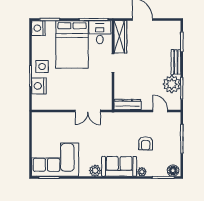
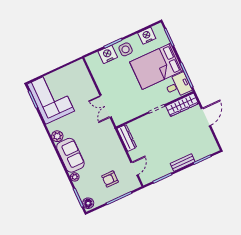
nightstand: (38, 28) -> (147, 36), moved
plant: (172, 84) -> (162, 168), removed
armchair: (146, 143) -> (110, 179), moved

